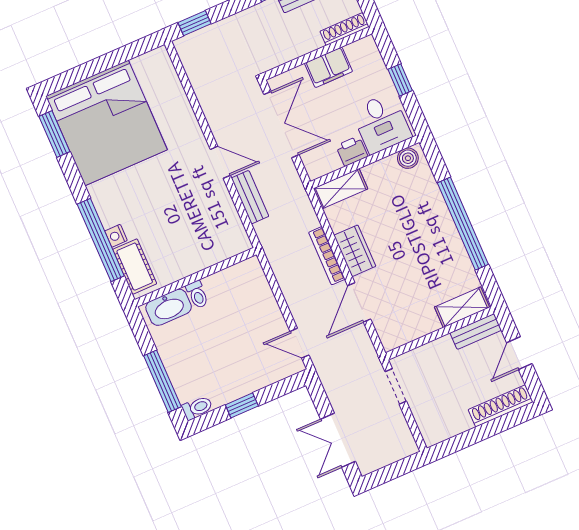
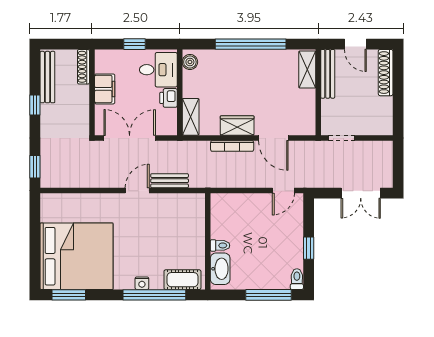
nightstand: (116, 236) -> (142, 283), moved
bench: (476, 331) -> (328, 74), width x1.36

